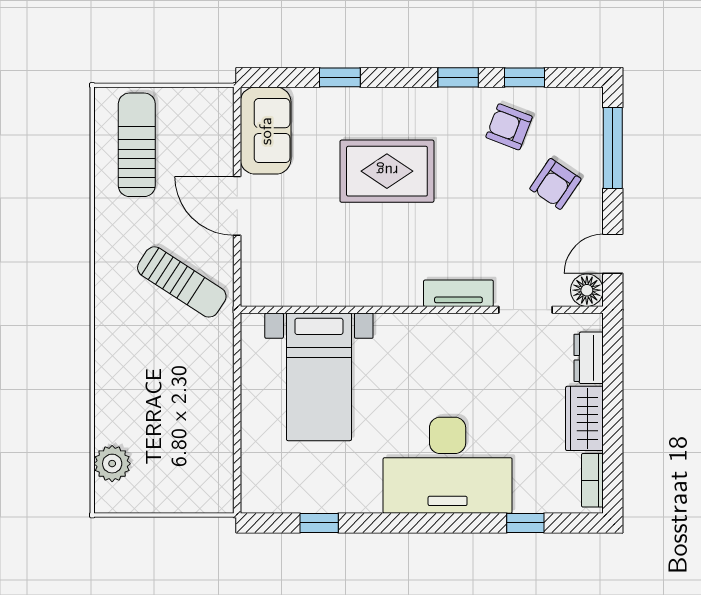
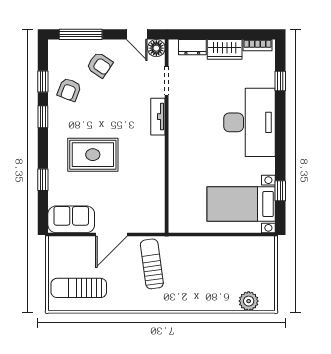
rug: (387, 171) -> (93, 155), turned 90
sun lounger: (182, 282) -> (152, 264), turned -41
bed with nightstands: (319, 377) -> (241, 204), moved, turned 180

